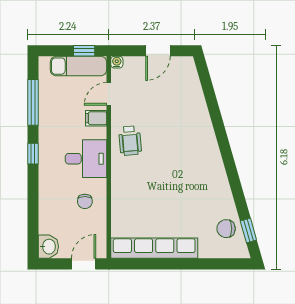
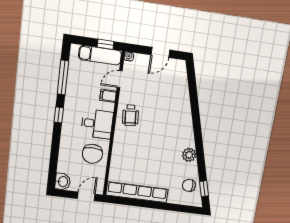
plant: (219, 185) -> (189, 155), added
chair: (85, 201) -> (92, 154), width x1.87, depth x1.87

